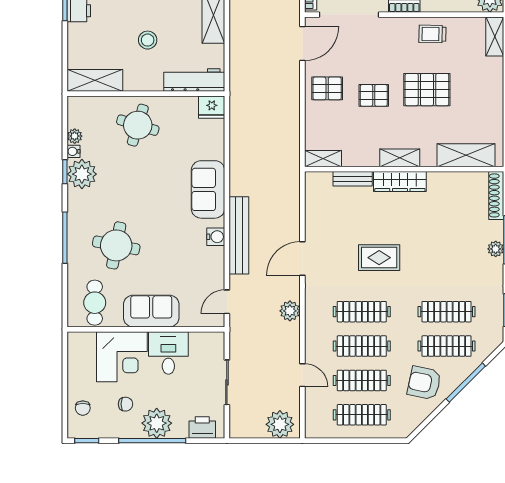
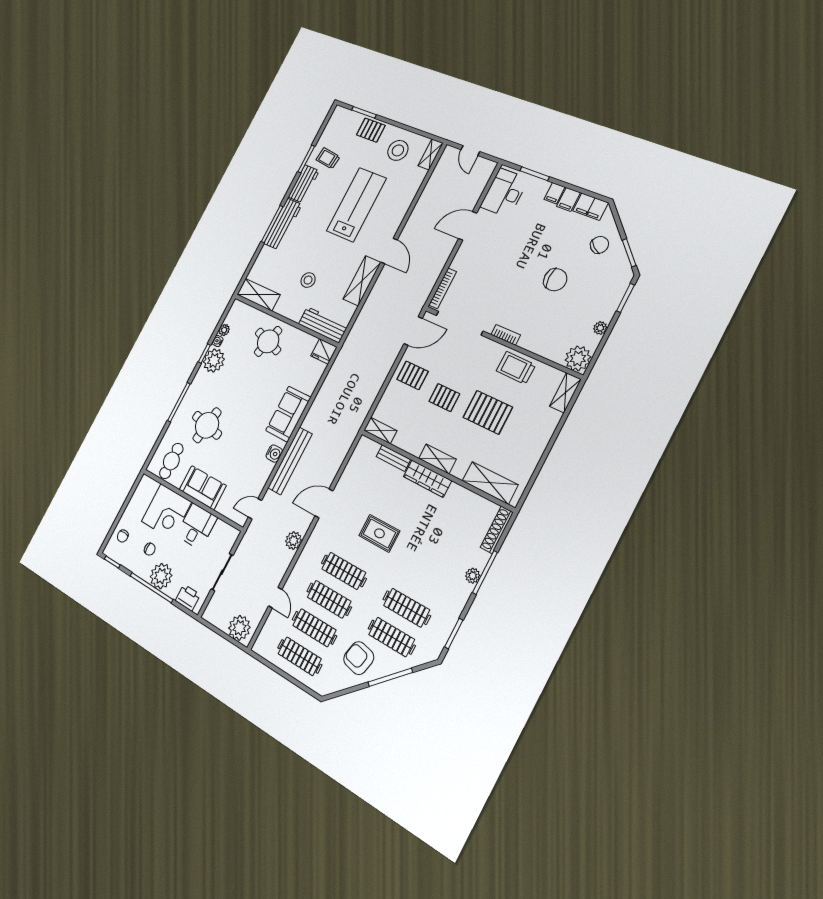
trolley: (432, 34) -> (516, 368), width x1.36, depth x1.39

